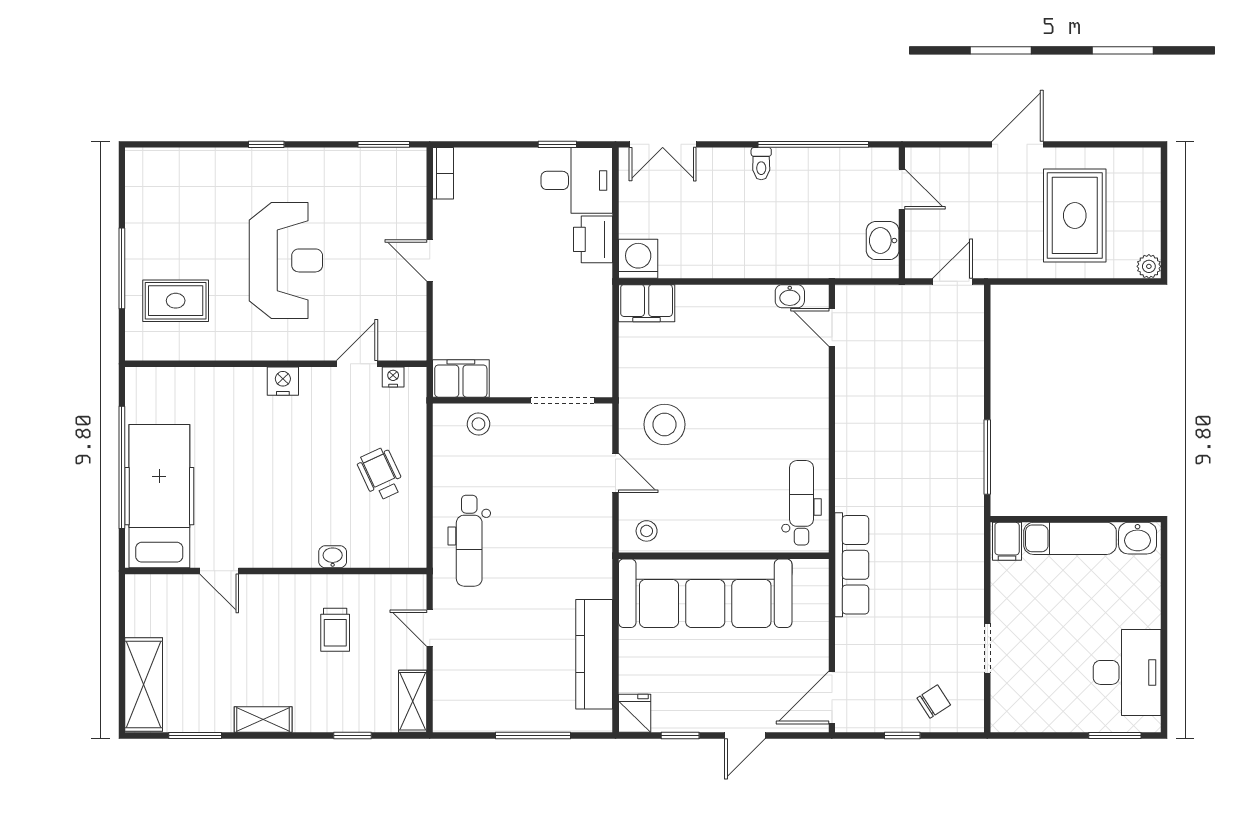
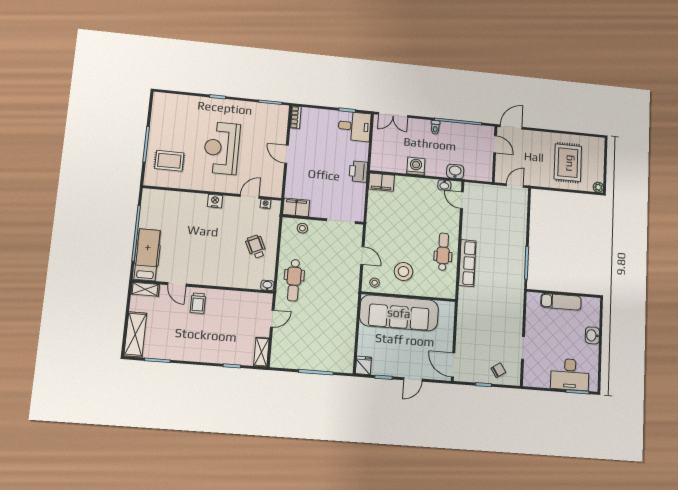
door: (1018, 144) -> (511, 127), moved
printer: (593, 239) -> (358, 172), moved
washbasin: (883, 241) -> (455, 171), moved, turned 90
washing machine: (638, 259) -> (416, 166), moved
reception desk: (286, 260) -> (222, 148), turned 180
stool: (665, 424) -> (403, 272), moved
hospital bed: (159, 496) -> (147, 255), width x0.73, depth x0.78
dental chair: (801, 503) -> (443, 252), moved
washbasin: (1138, 538) -> (592, 335), moved, turned 90
filing cabinet: (1007, 541) -> (534, 301), removed
washbasin: (333, 557) -> (267, 285), moved
row of seats: (852, 565) -> (467, 263), moved
door: (430, 628) -> (272, 319), swing flipped
trolley: (335, 630) -> (198, 303), moved
kitchen counter: (594, 654) -> (347, 337), removed
desk: (1127, 672) -> (570, 374), moved, turned 90
door: (832, 697) -> (453, 365), hinge flipped
shelving: (263, 720) -> (145, 289), moved

